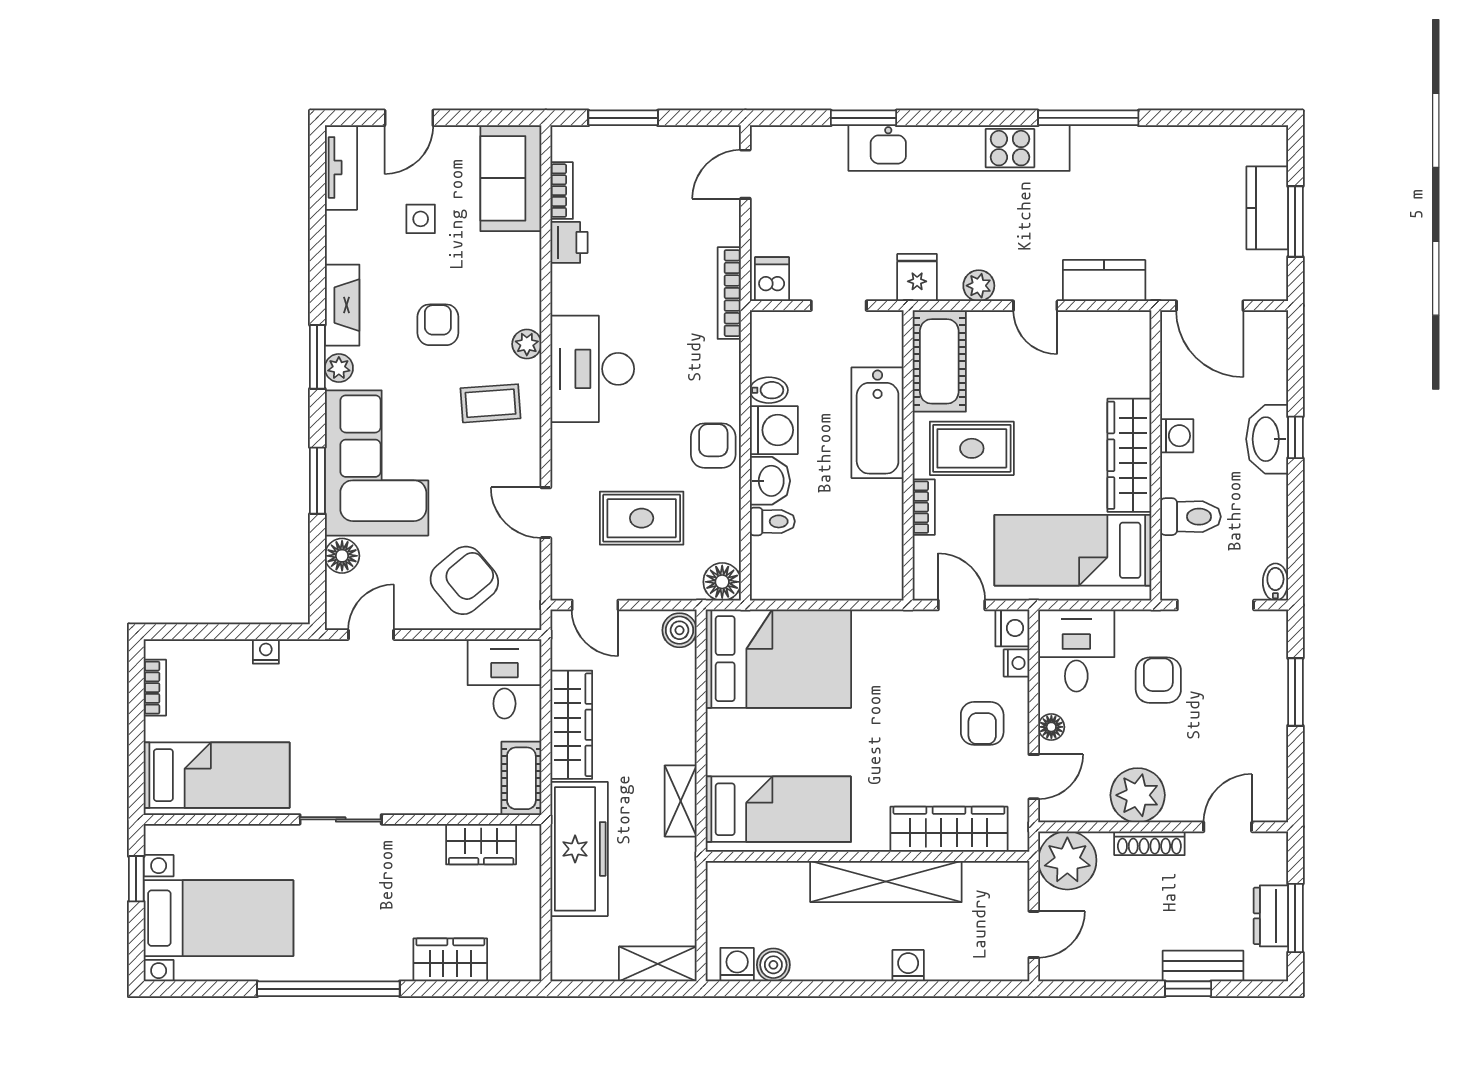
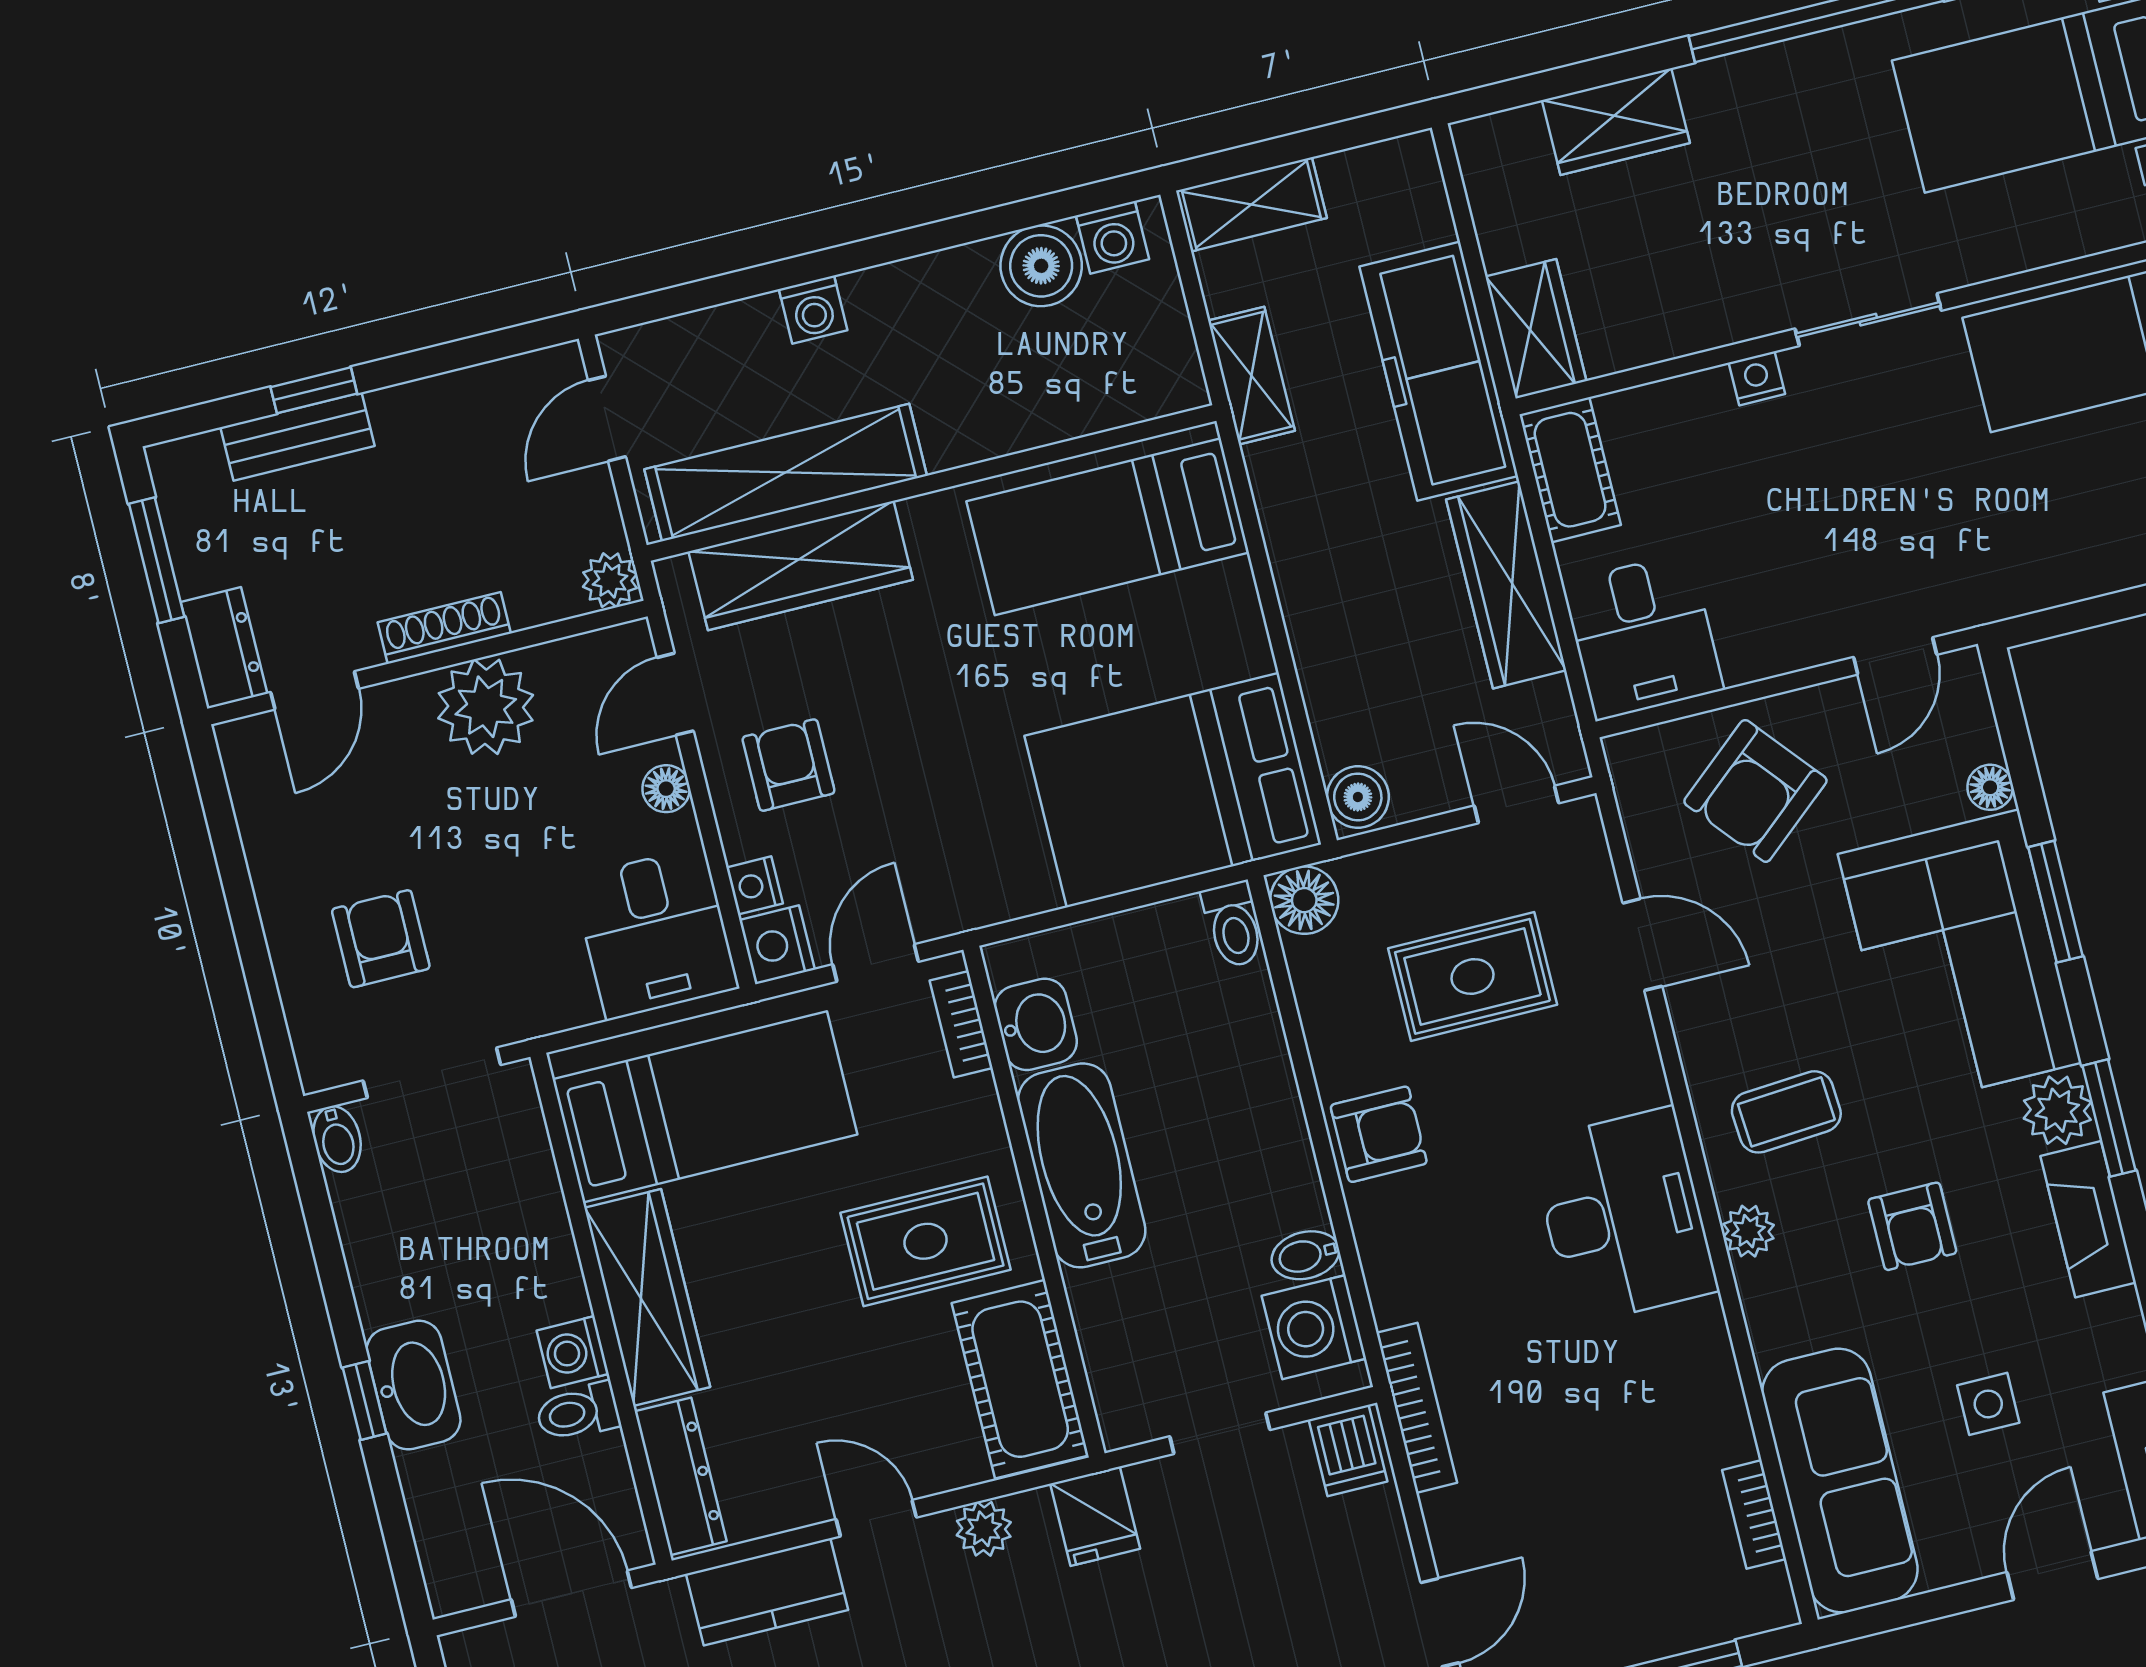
sofa: (511, 178) -> (1840, 1481), width x1.36
printer: (569, 242) -> (1719, 1427), removed
dresser: (1135, 354) -> (681, 1476), added
plant: (339, 368) -> (2057, 1110), width x1.38, depth x1.38
bathtub: (878, 423) -> (1082, 1165), moved
washing machine: (774, 430) -> (1314, 1327), moved
armchair: (713, 446) -> (1379, 1134), turned -90
washbasin: (770, 481) -> (1036, 1024), moved, turned 180
bookcase: (924, 507) -> (961, 1024), moved
toilet: (1190, 517) -> (578, 1412), moved, width x0.73, depth x0.72
toilet: (772, 521) -> (1233, 925), moved, turned -90
floor lamp: (342, 556) -> (1990, 787), width x0.73, depth x0.73
door: (962, 605) -> (876, 963), swing flipped
nightstand: (266, 651) -> (1757, 378), moved, turned 180
armchair: (1158, 680) -> (381, 939), moved, turned 180
window: (1295, 692) -> (254, 956), removed
shelving: (681, 801) -> (1251, 376), moved
wardrobe: (481, 844) -> (1536, 329), moved, turned 90
plant: (1067, 860) -> (610, 580), width x0.53, depth x0.53
shelving: (886, 881) -> (786, 472), moved
dresser: (1271, 916) -> (224, 648), moved
boiler: (773, 965) -> (1041, 266), width x1.36, depth x1.36

